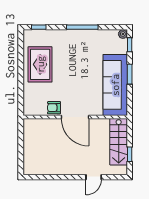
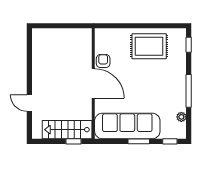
plant: (123, 34) -> (181, 117), moved
door: (75, 117) -> (93, 83), swing flipped
window: (130, 154) -> (74, 141), moved

